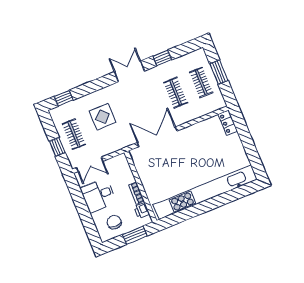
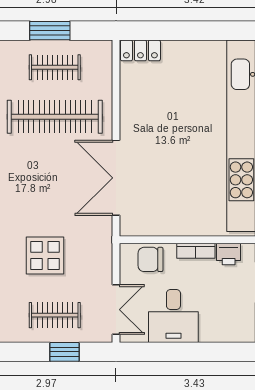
clothes rail: (176, 93) -> (55, 117), width x1.86, depth x1.31
chair: (114, 222) -> (150, 259), moved

